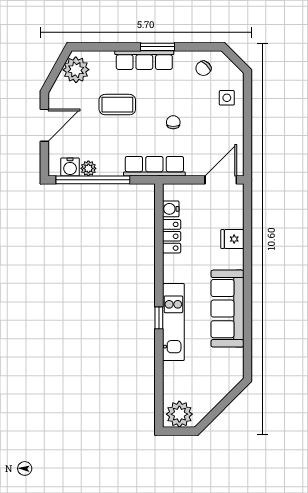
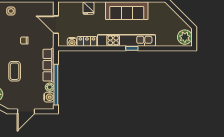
door: (44, 125) -> (26, 111), swing flipped
row of seats: (154, 166) -> (48, 65), moved
door: (221, 180) -> (56, 25), moved
kitchen unit: (173, 322) -> (126, 40), width x1.36

